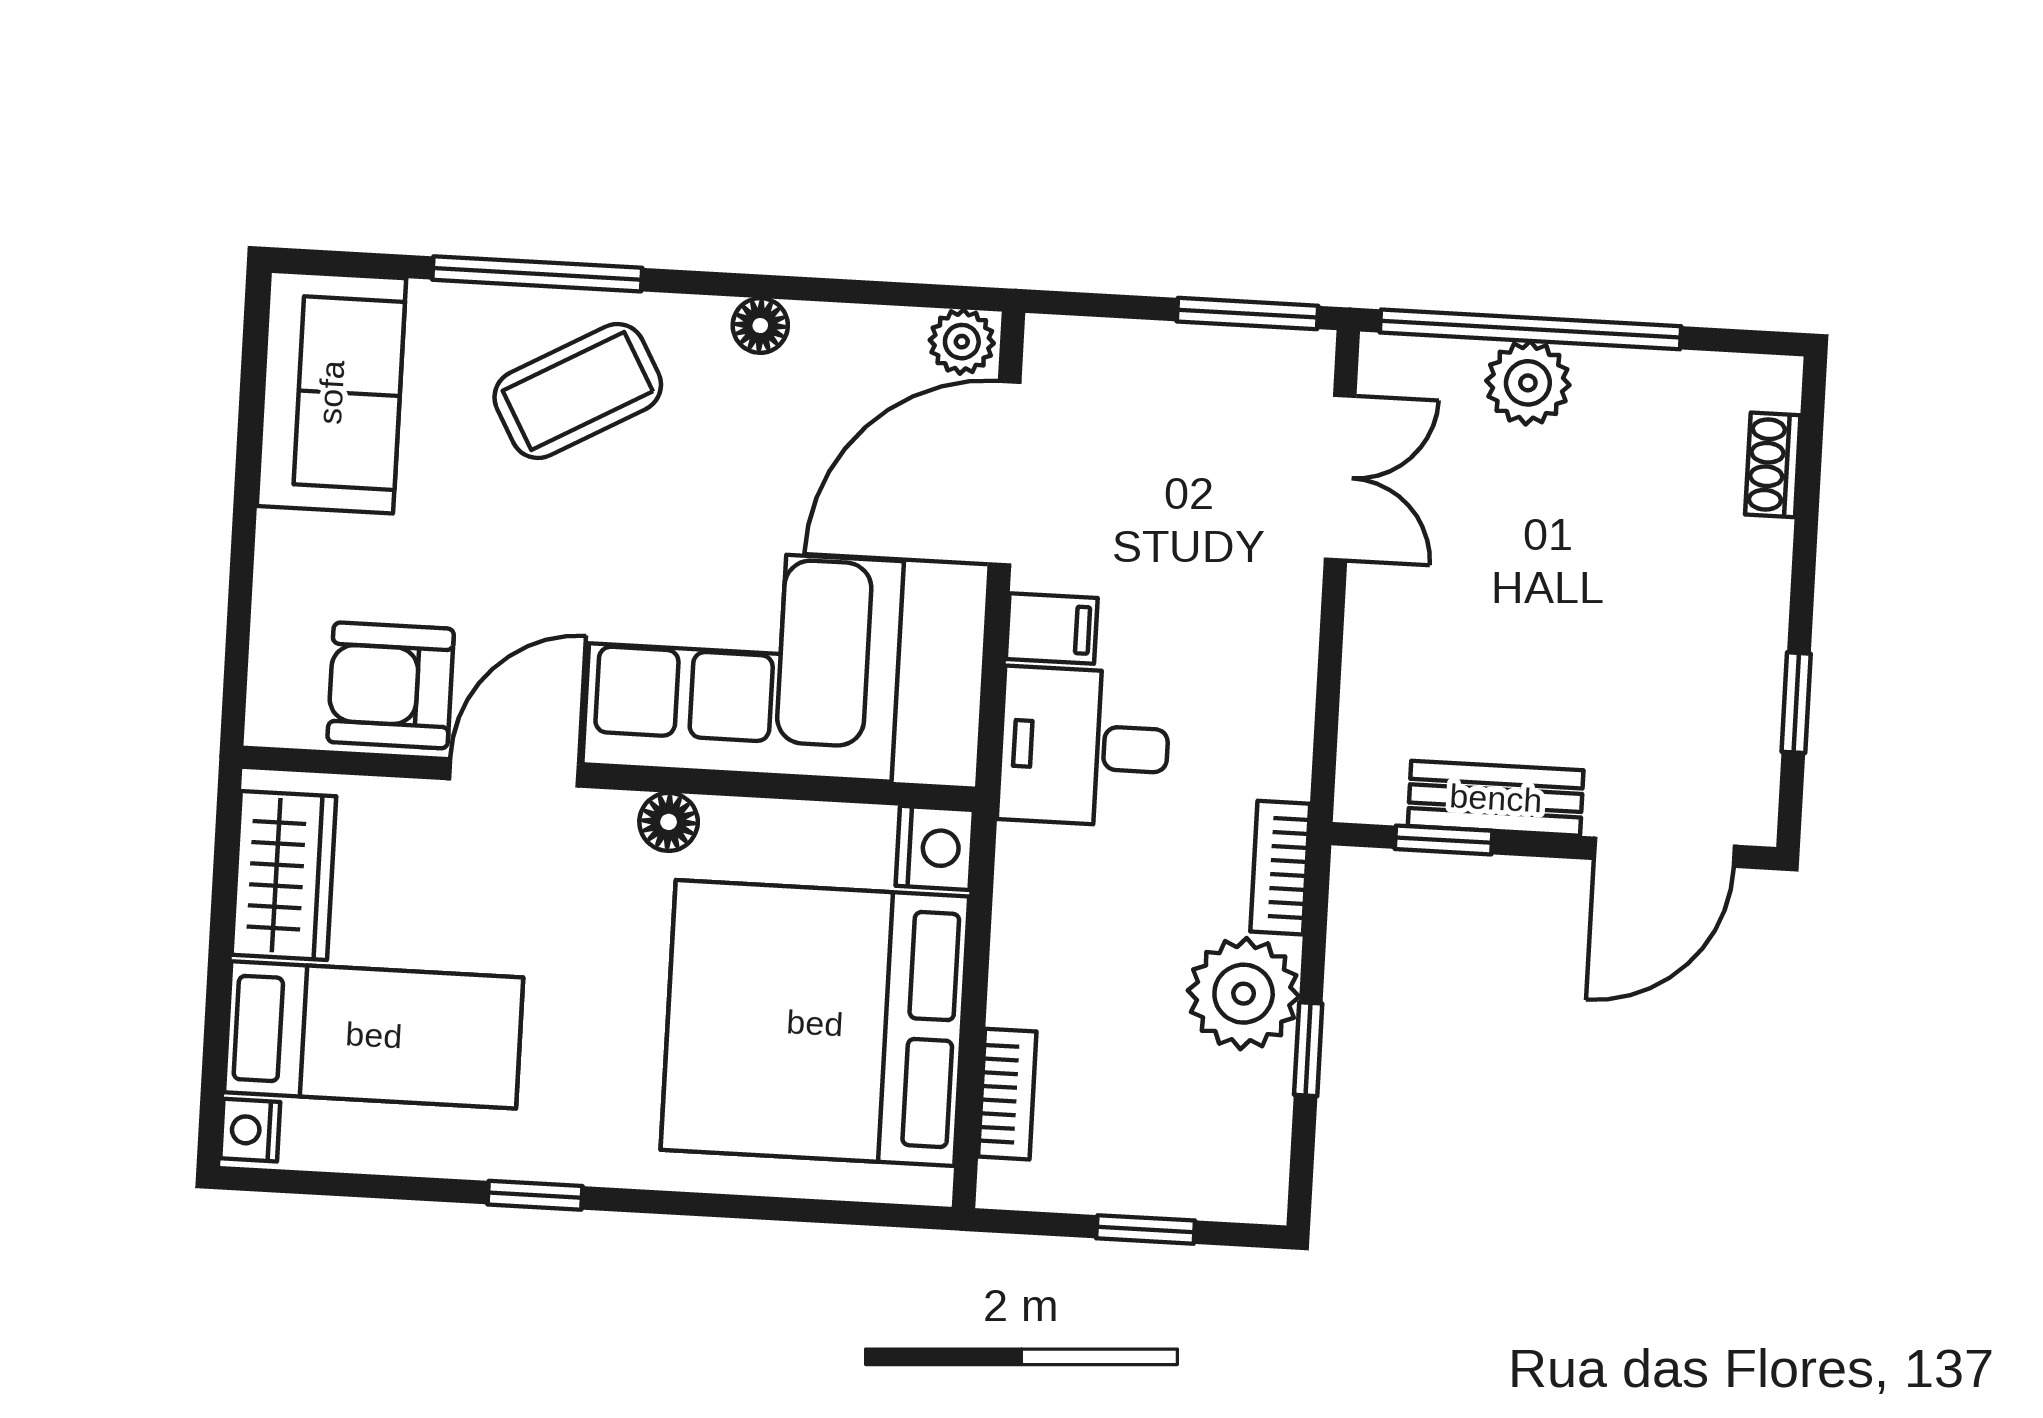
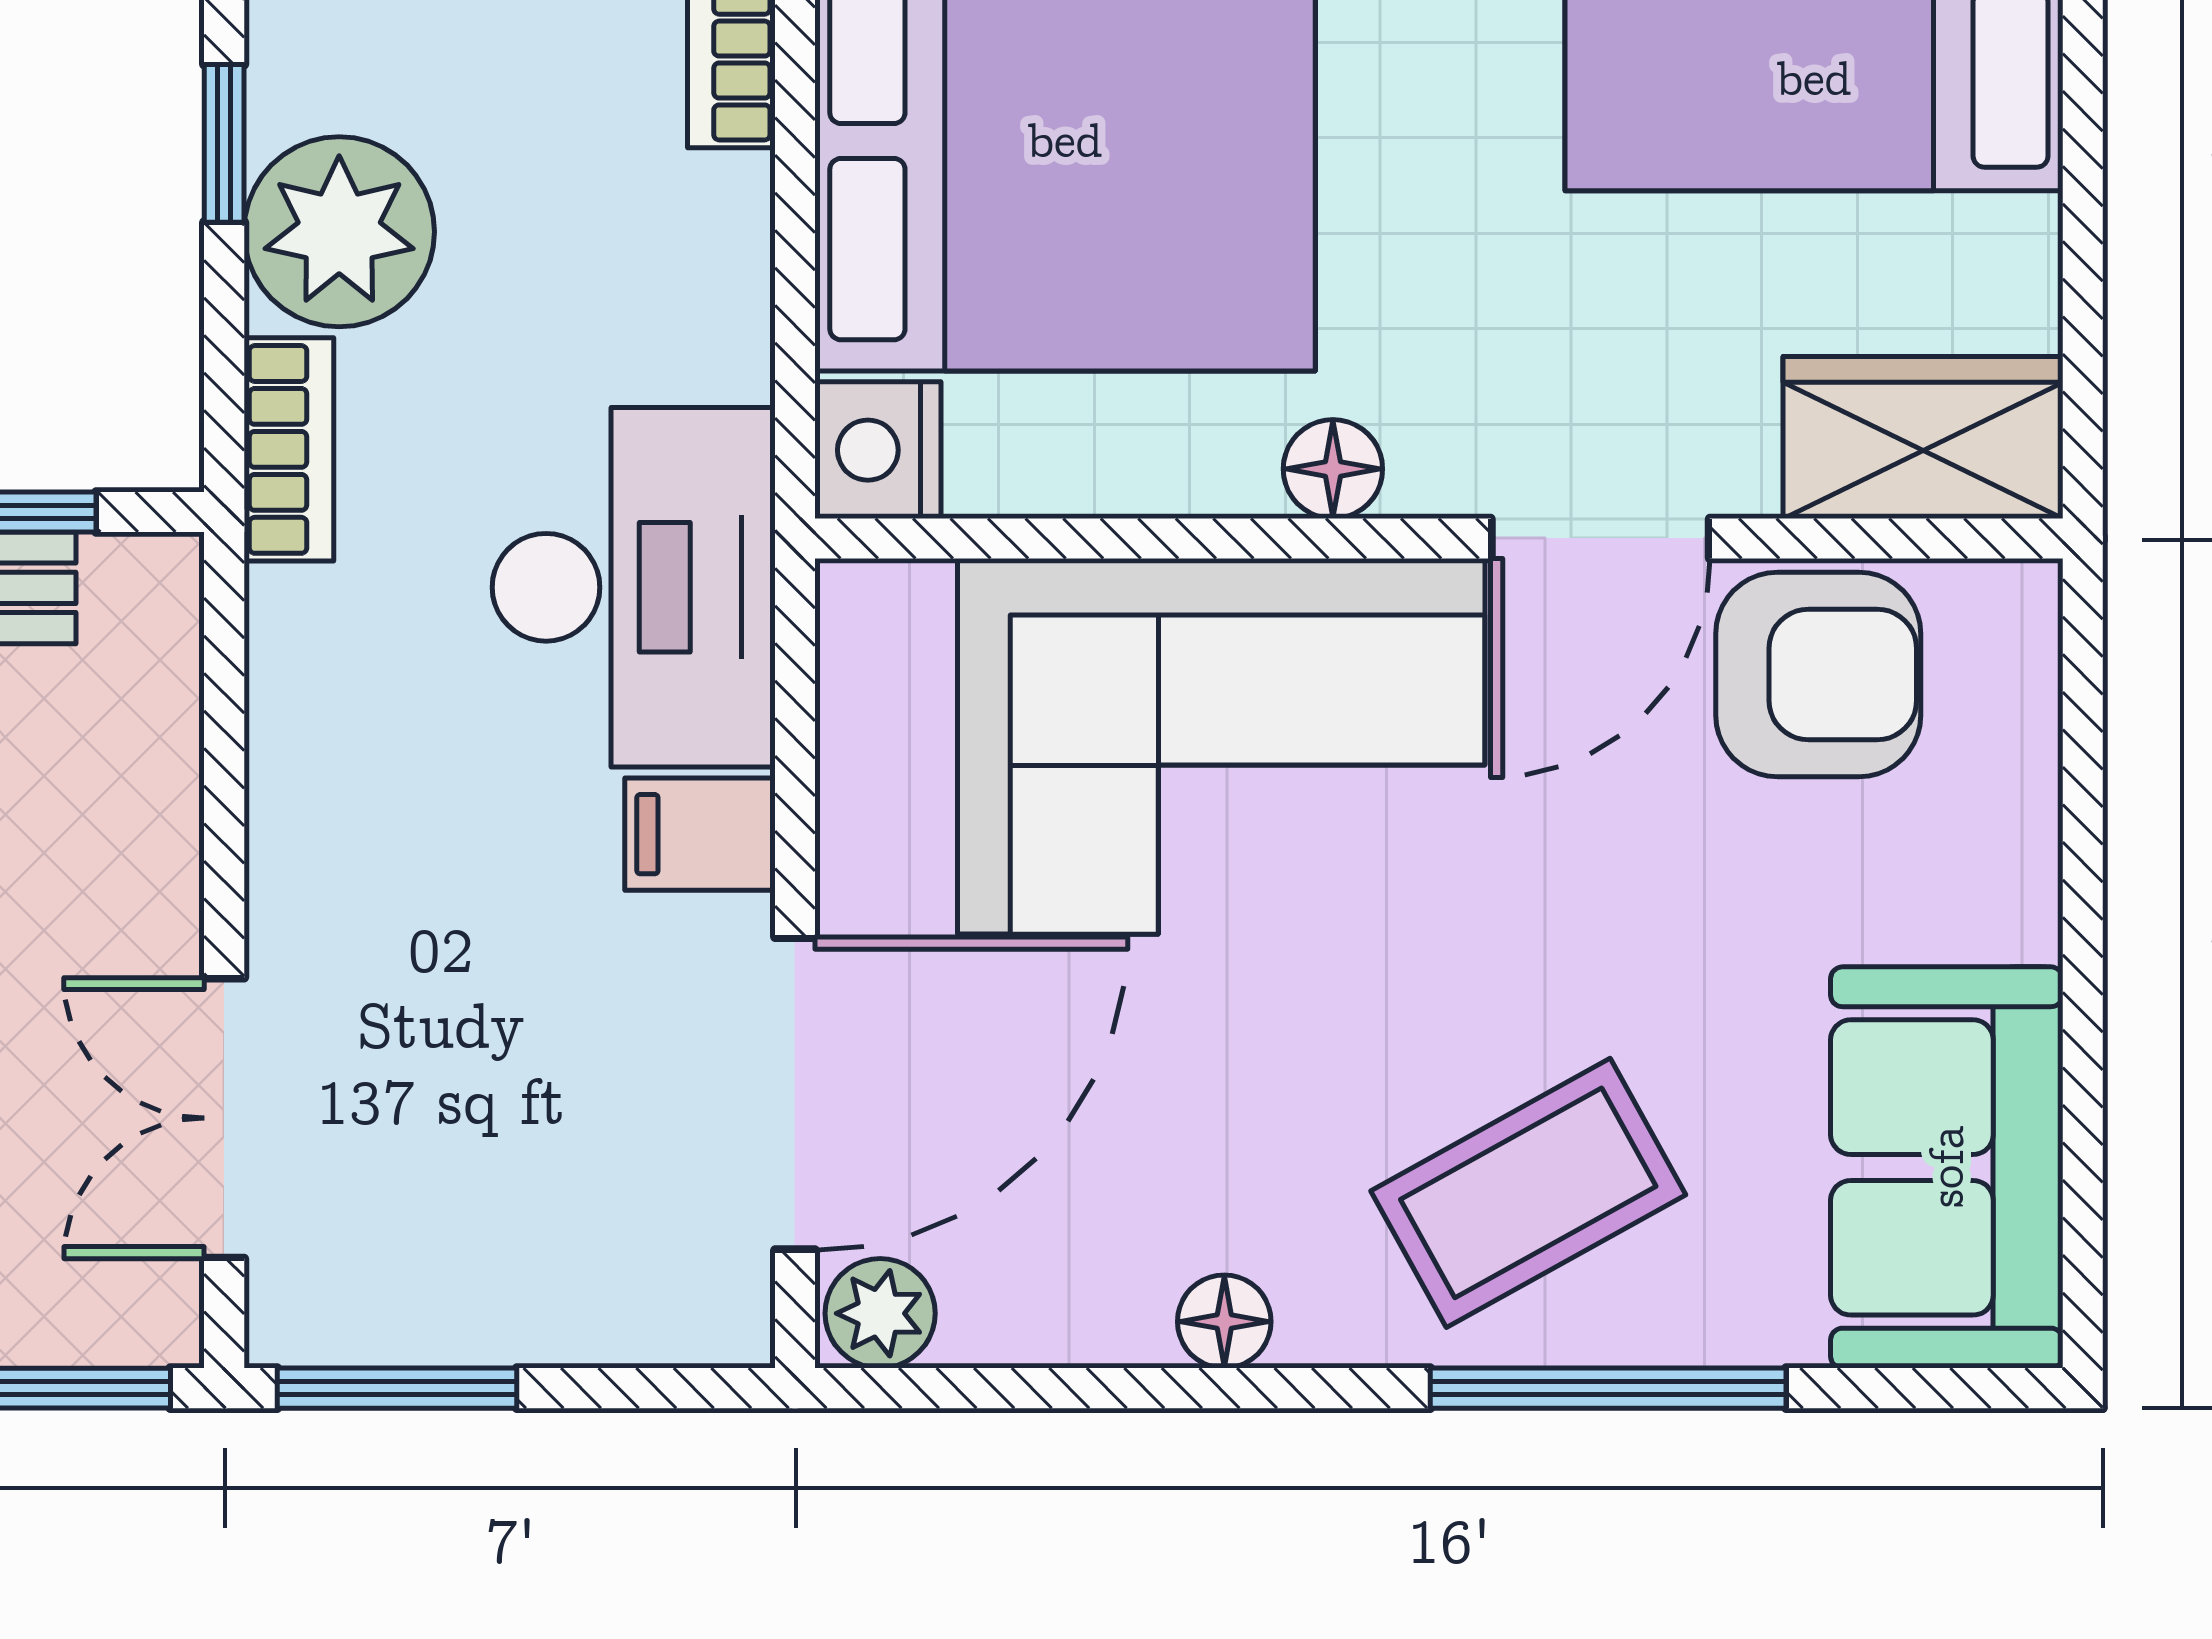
desk: (1084, 747) -> (634, 587), width x1.37
wardrobe: (284, 875) -> (1923, 437), moved, turned 90

